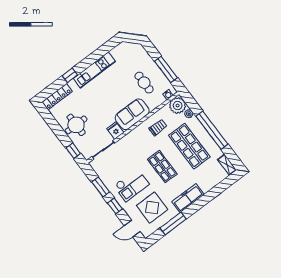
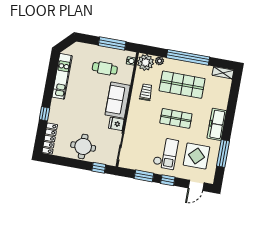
kitchen unit: (94, 70) -> (62, 76), moved

